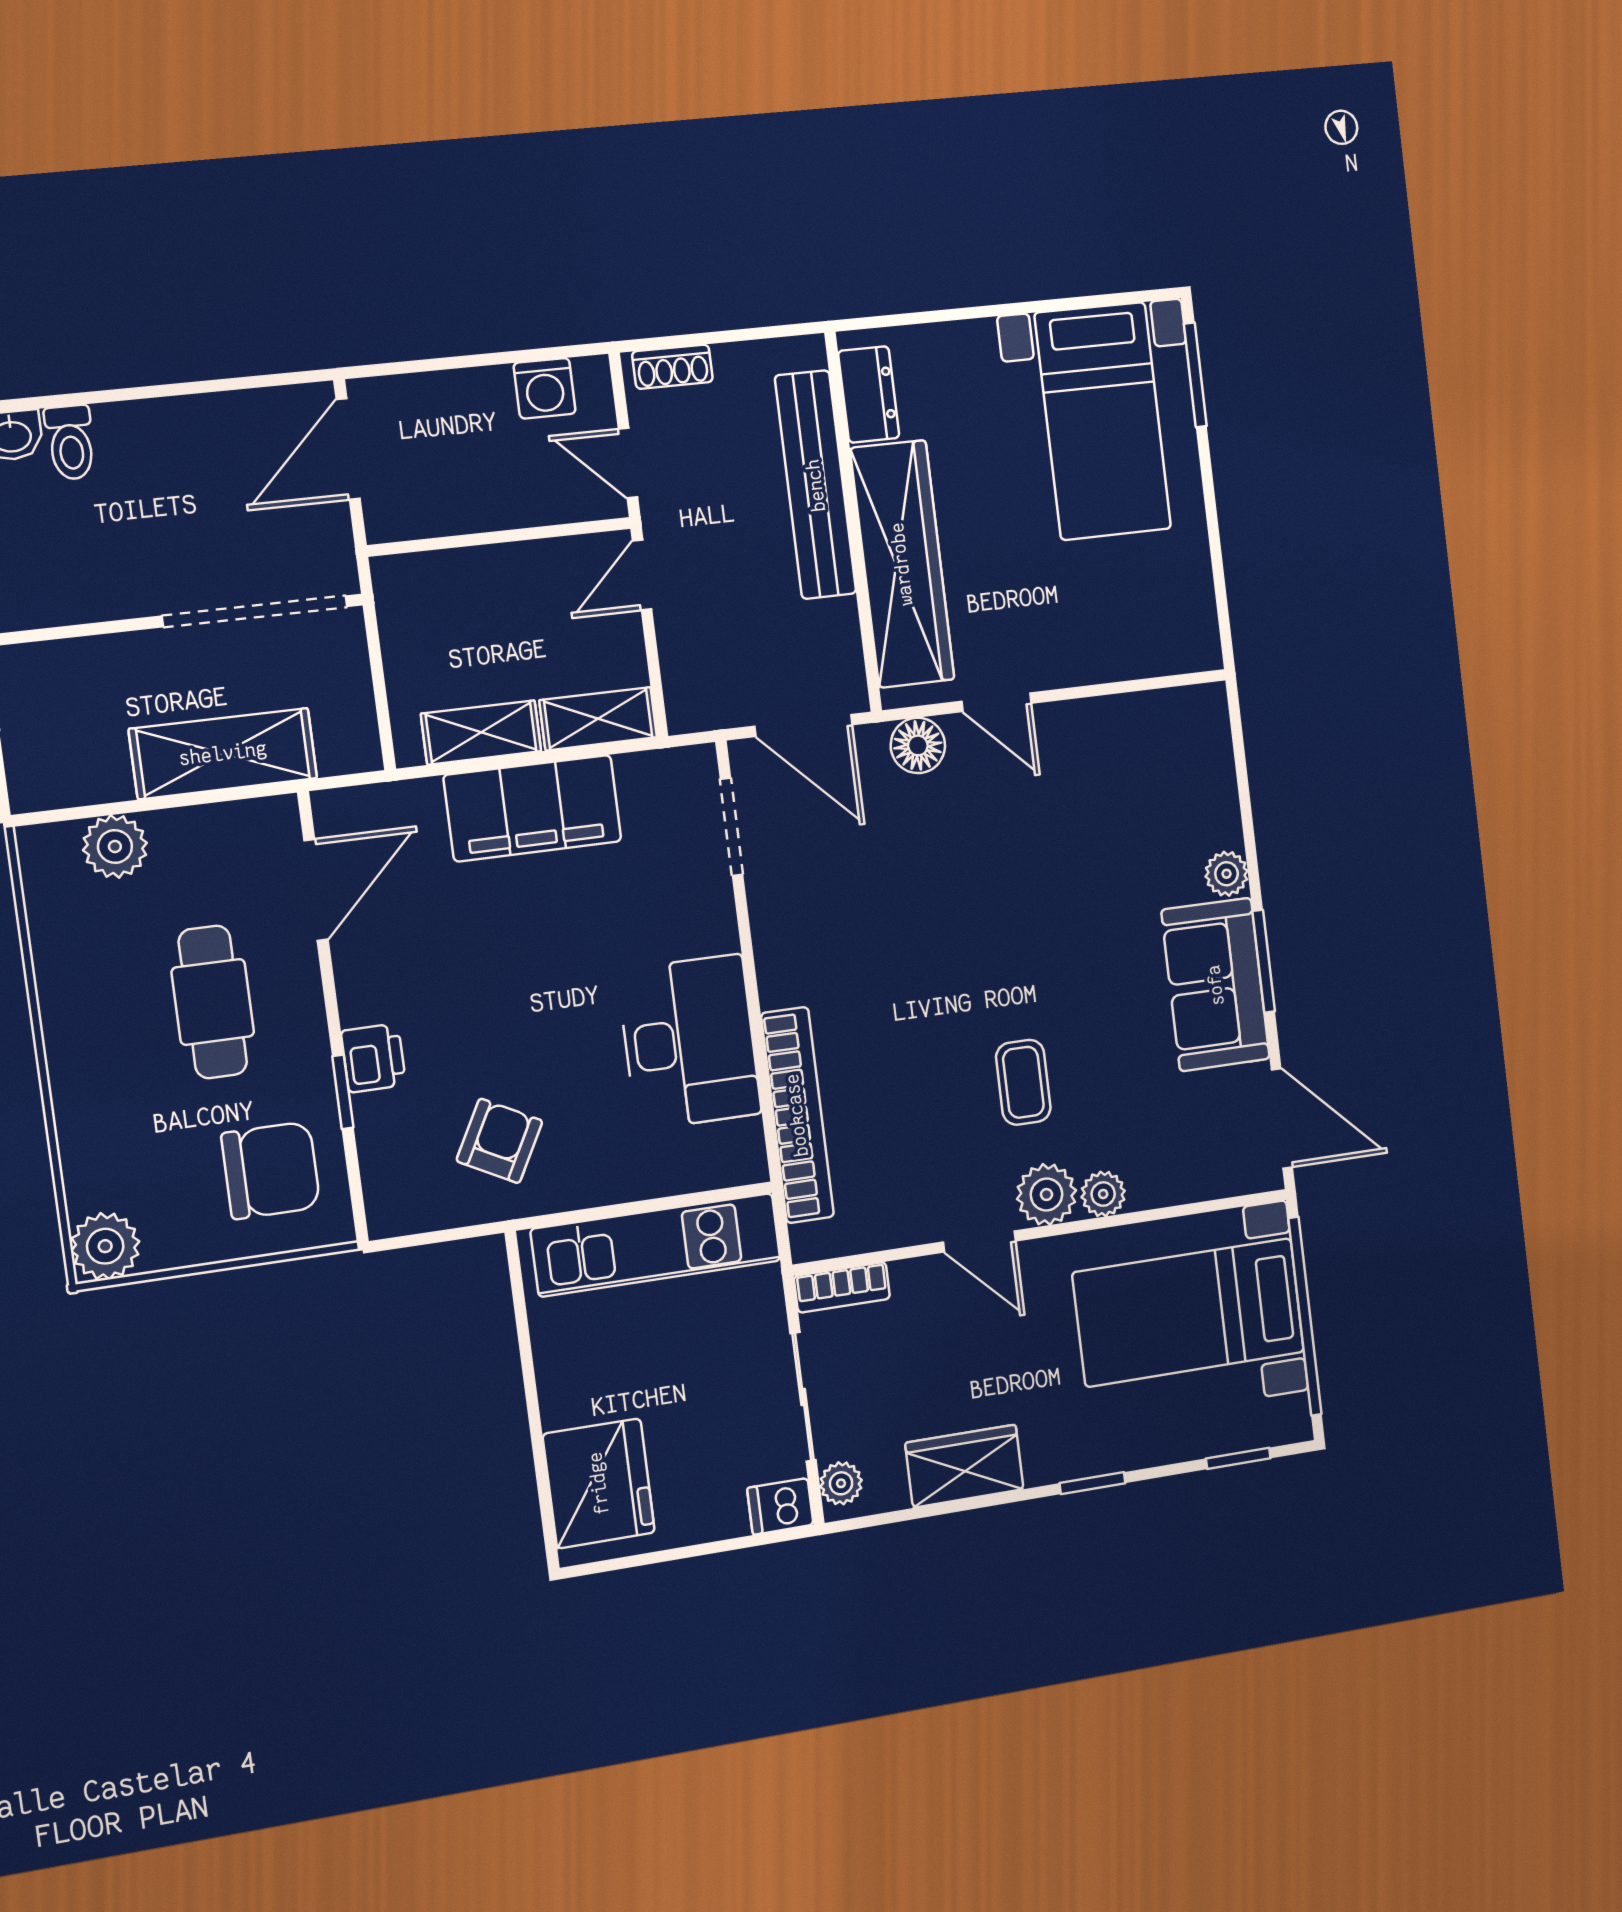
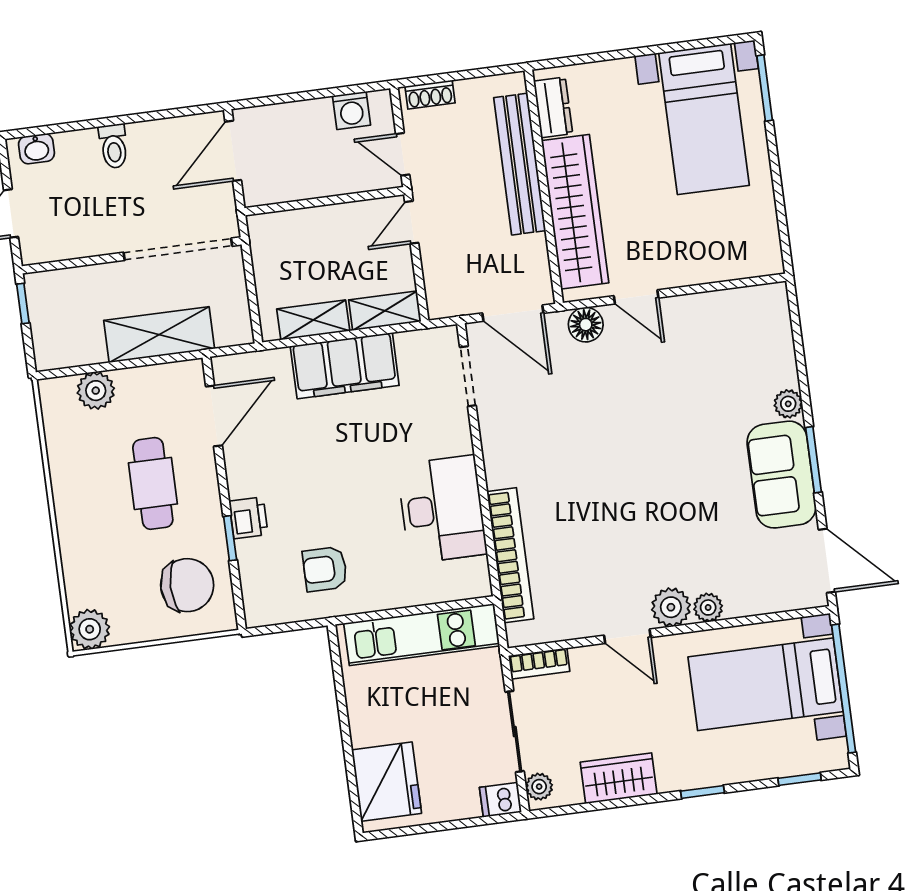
toilet: (70, 442) -> (114, 146), moved
coffee table: (1023, 1082) -> (655, 536), removed
armchair: (499, 1141) -> (325, 569), turned -118

